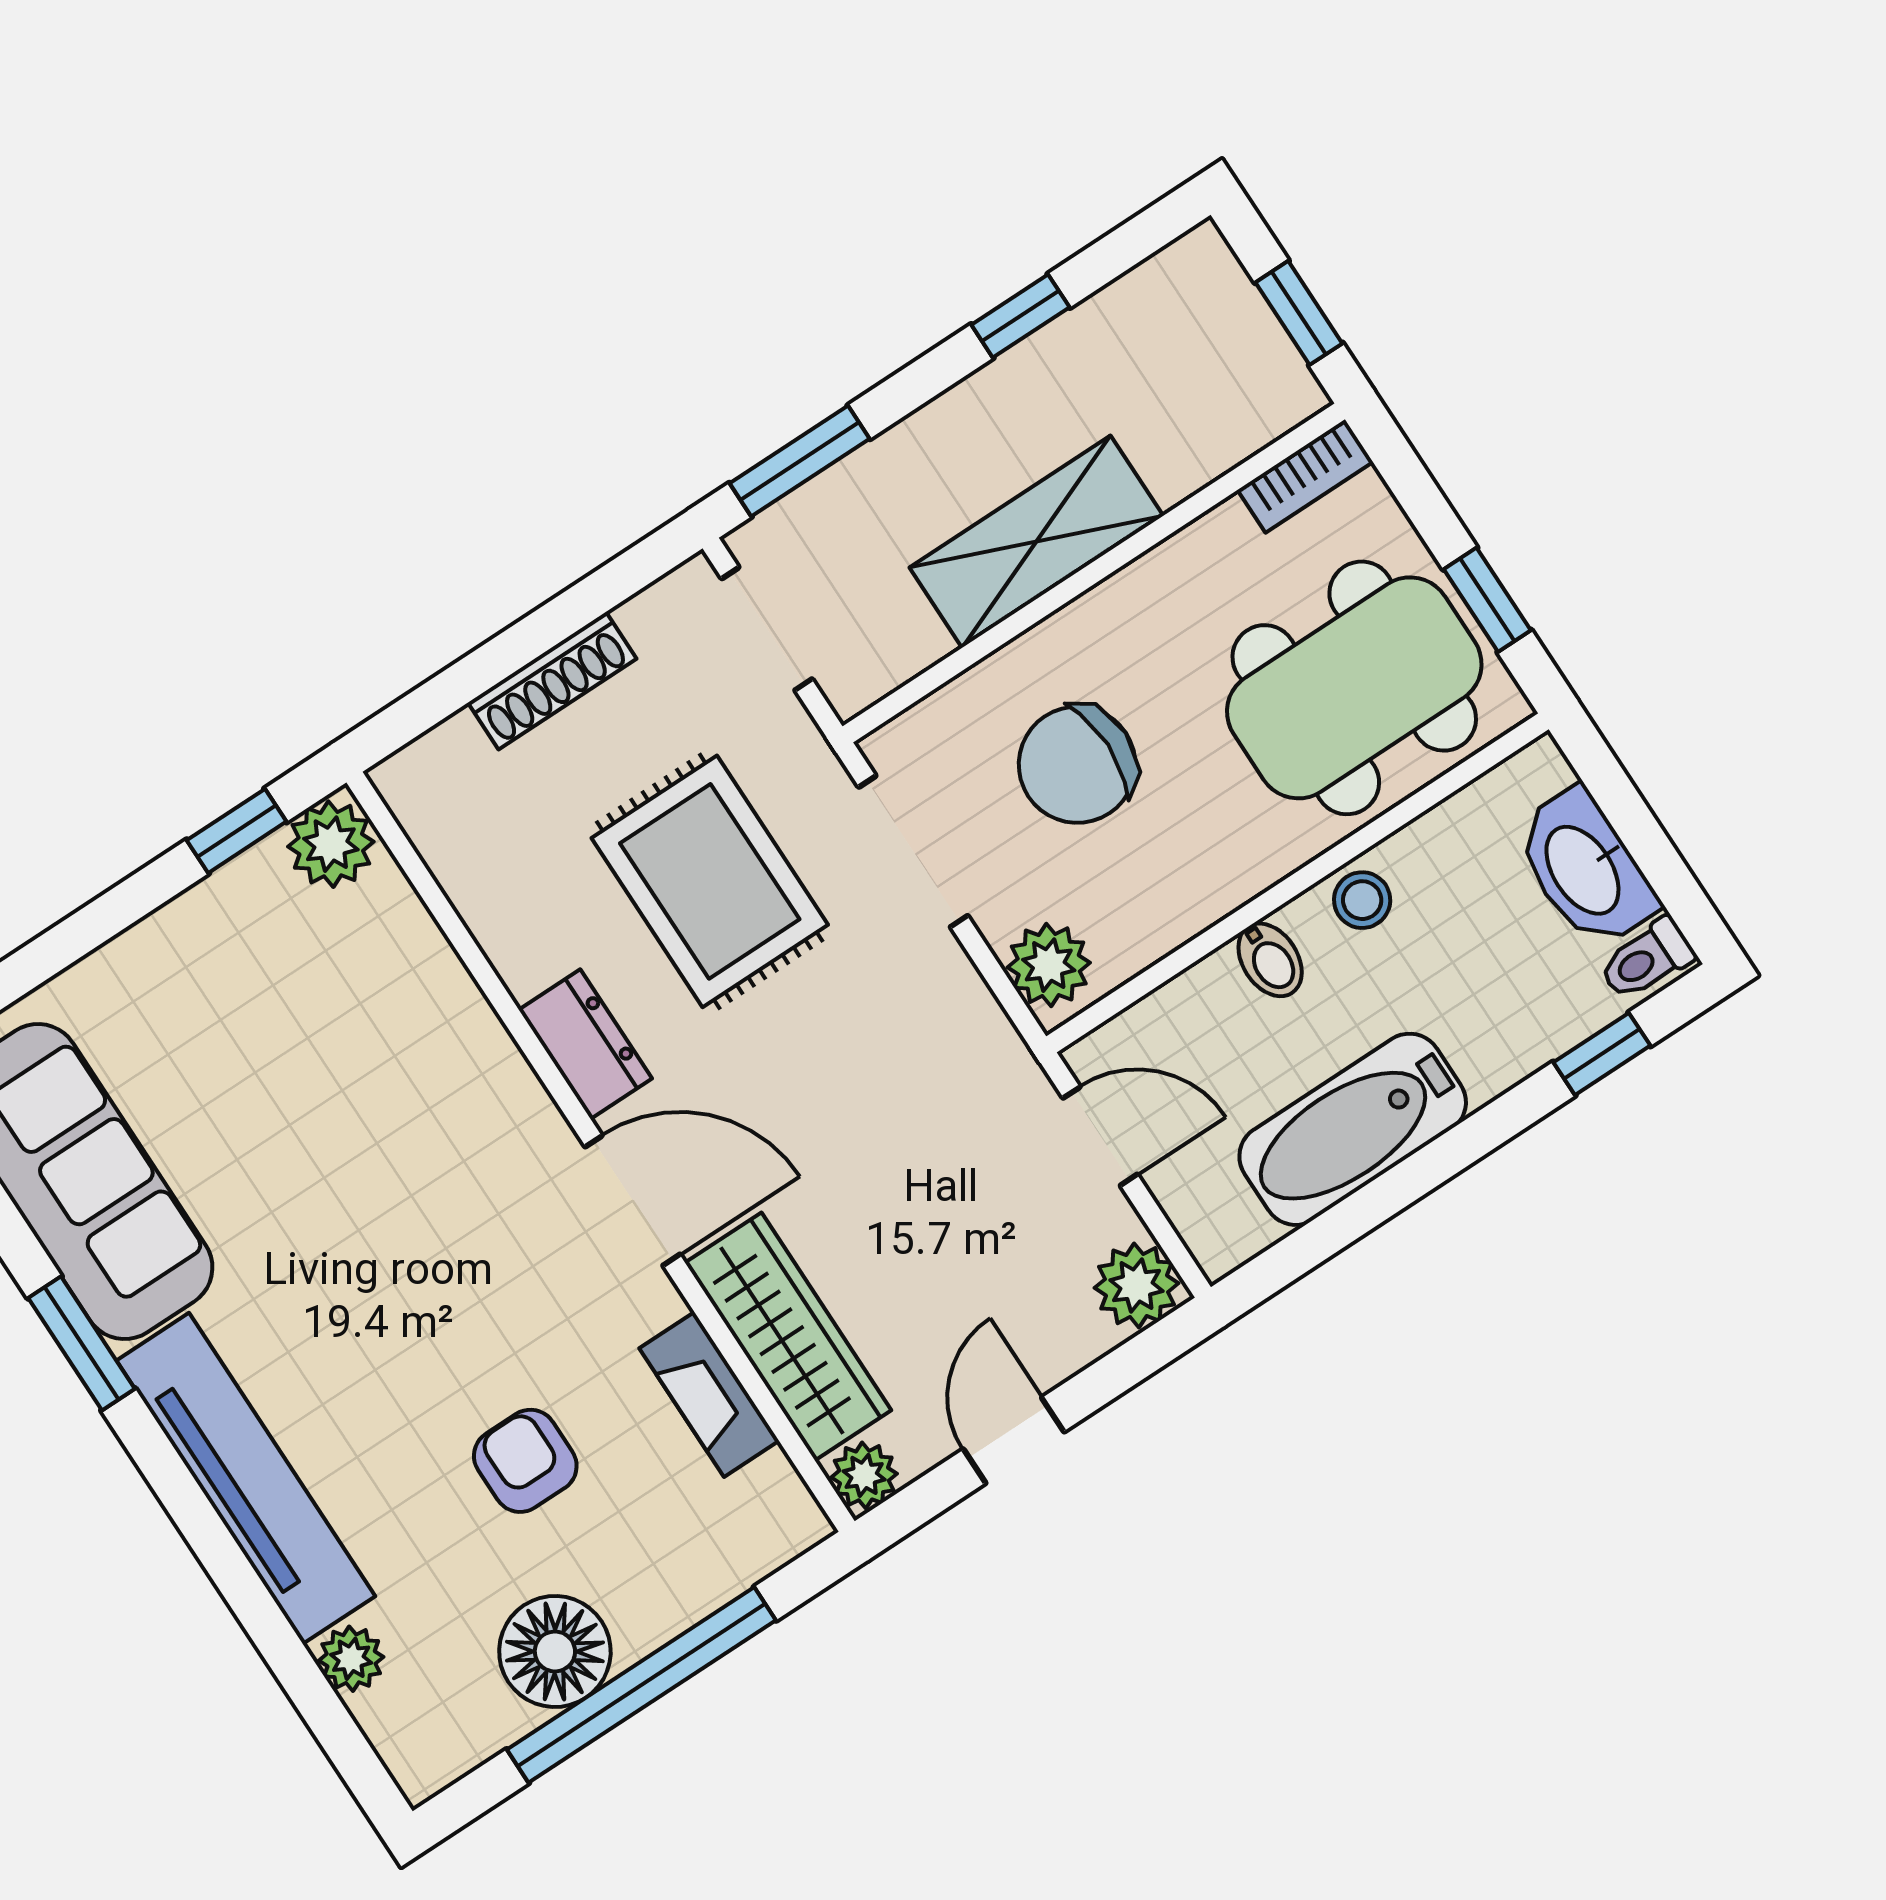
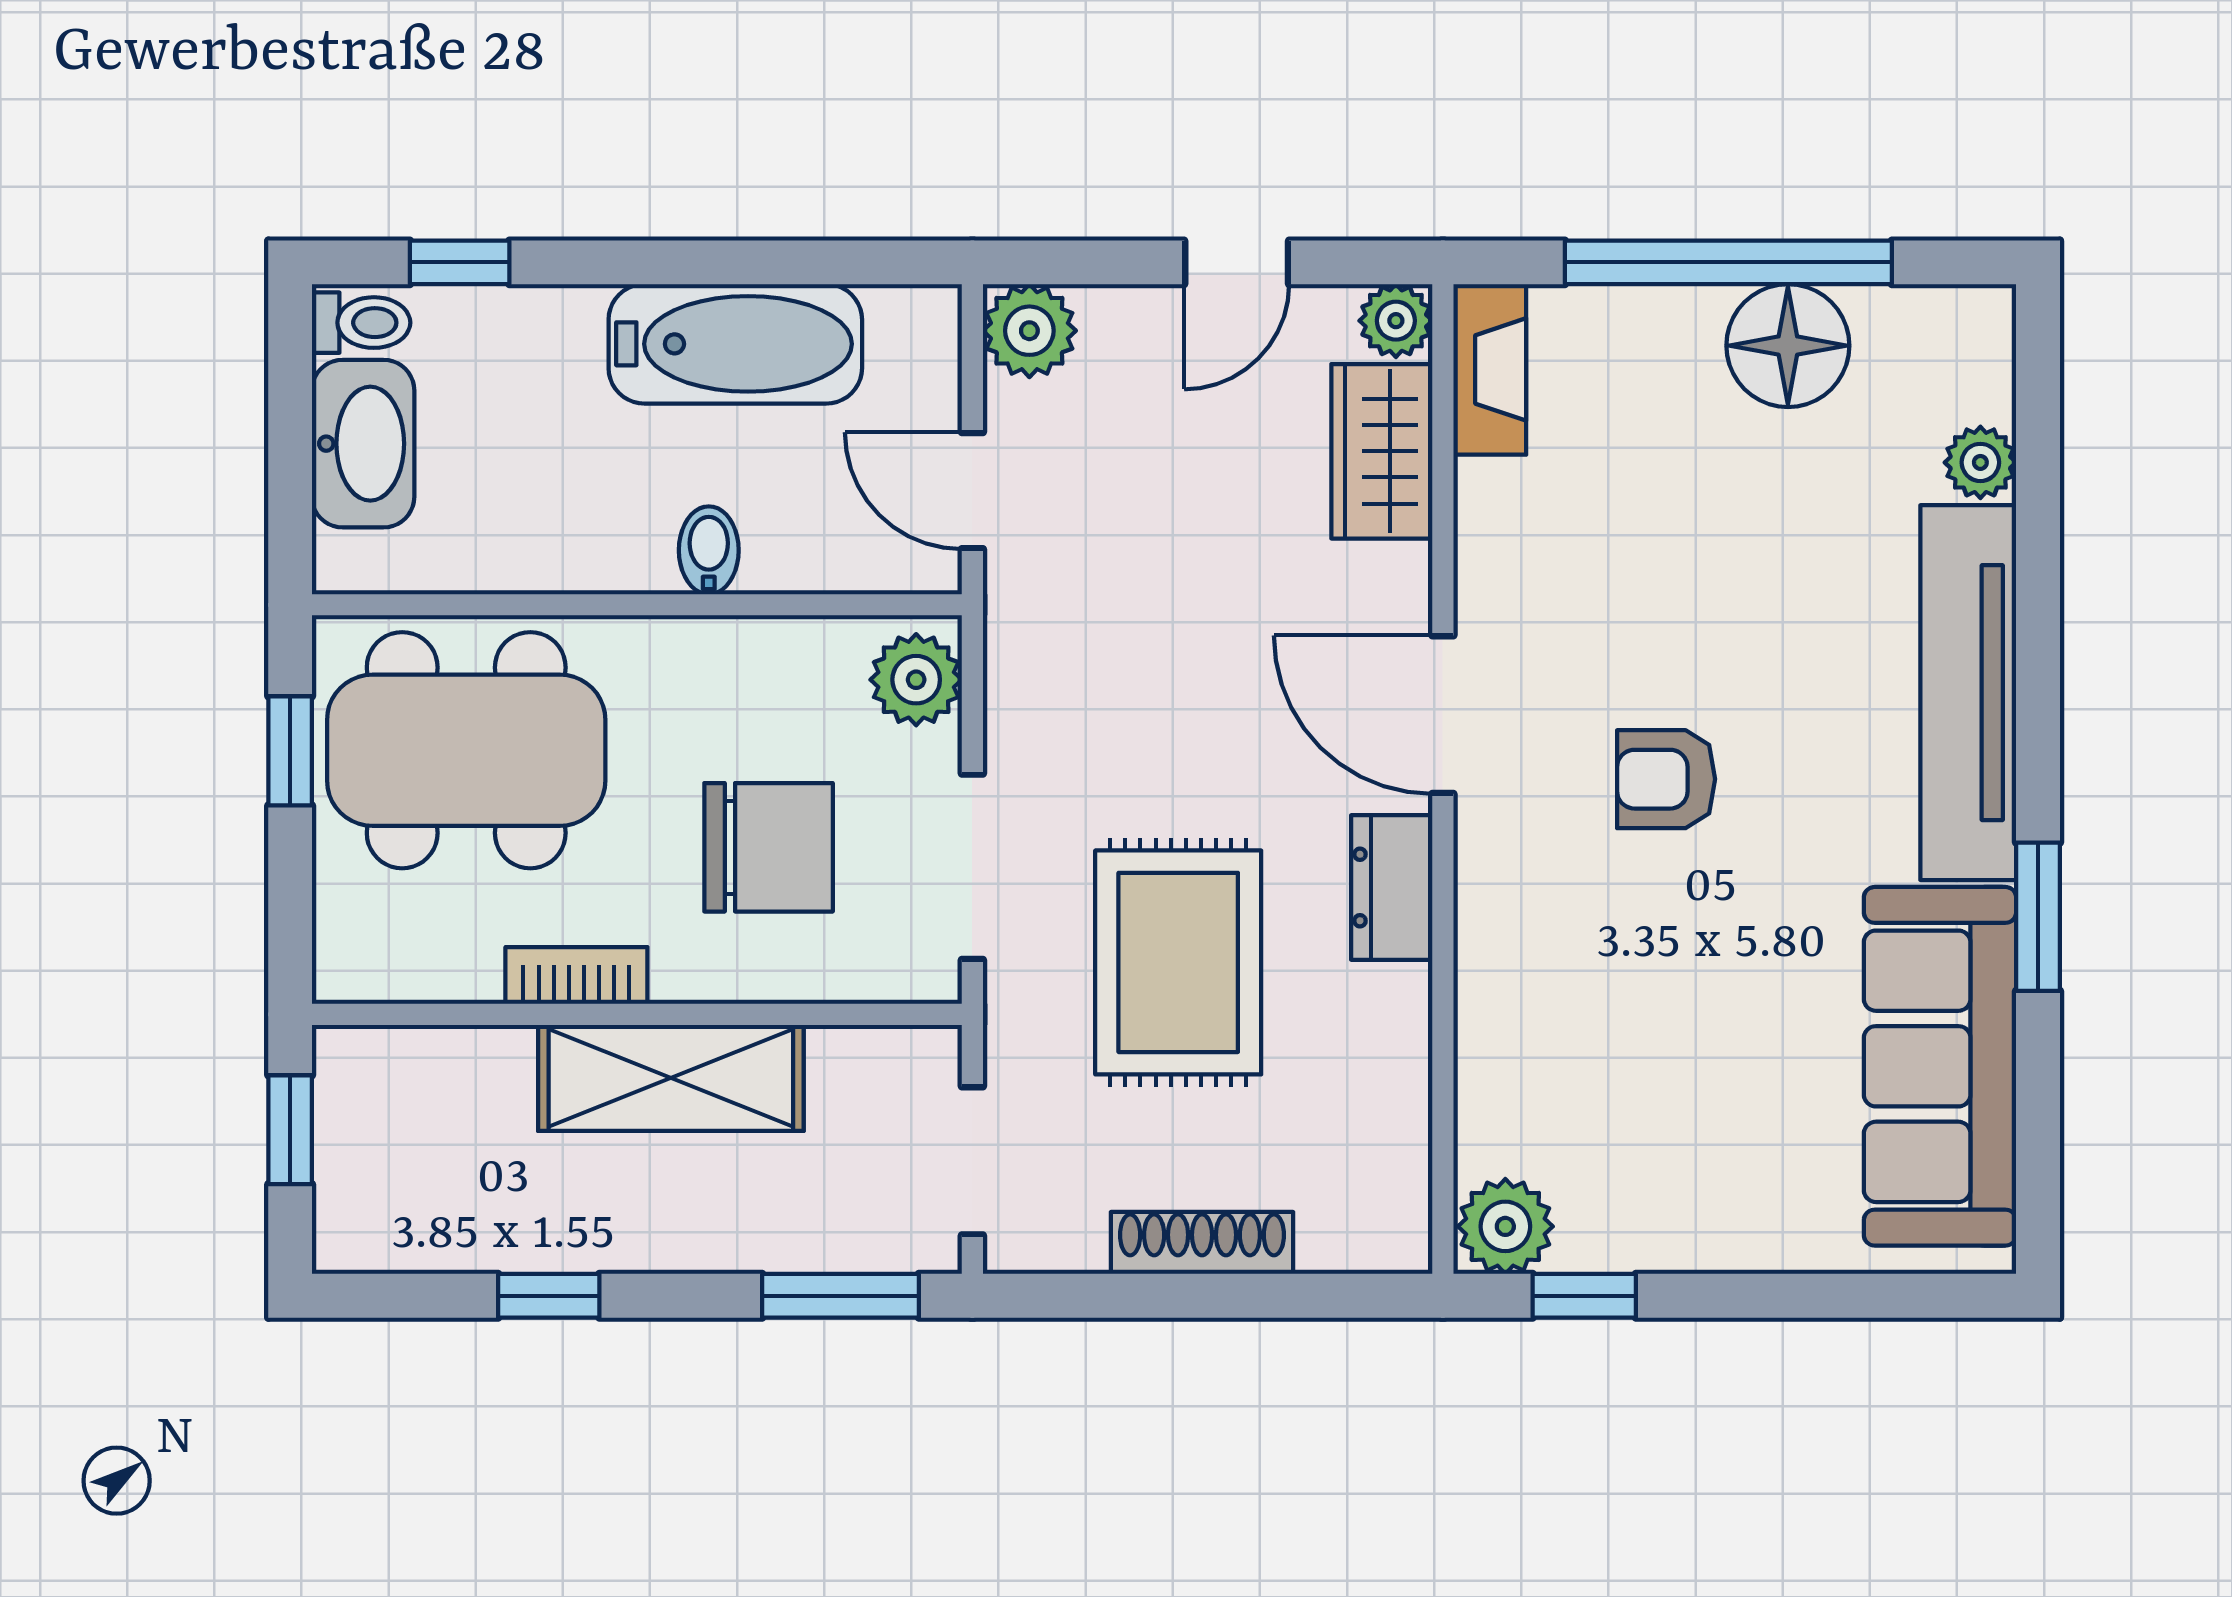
bookcase: (1305, 476) -> (576, 975), moved
stool: (1362, 900) -> (588, 550), removed
wardrobe: (788, 1336) -> (1382, 451), width x0.67
fireplace: (709, 1395) -> (1490, 369), moved
armchair: (525, 1461) -> (1666, 779), moved, turned 90

